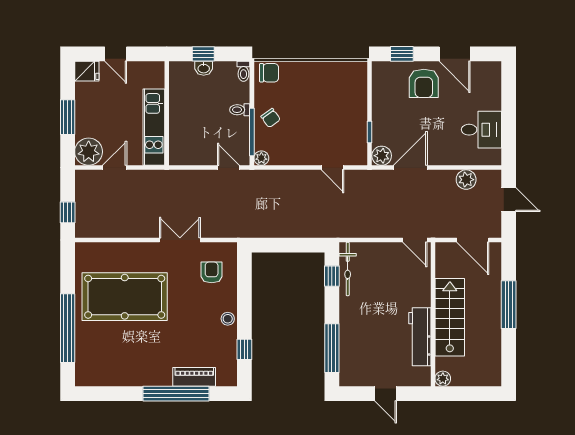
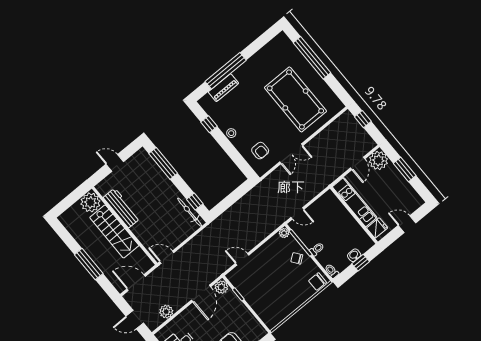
fridge: (87, 71) -> (377, 228), moved, turned 180
pool table: (125, 297) -> (295, 99), turned 90
plant: (443, 379) -> (90, 202), width x1.88, depth x1.88

